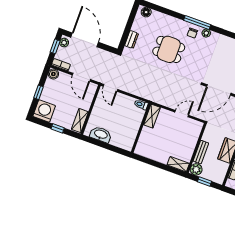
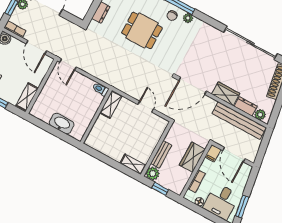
door: (182, 114) -> (146, 107), hinge flipped
washbasin: (101, 134) -> (62, 124), moved

